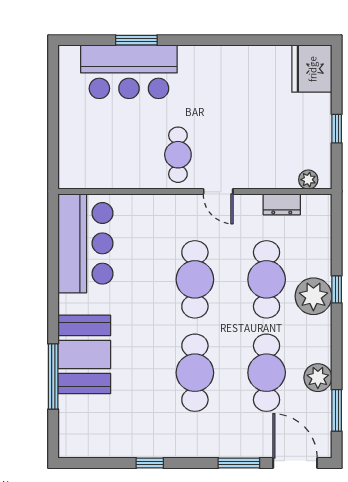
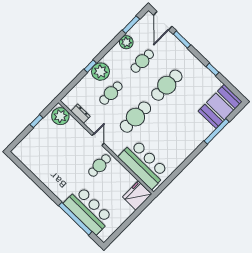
window: (136, 40) -> (75, 219), width x2.11
fridge: (312, 69) -> (137, 196), moved, turned 180
plant: (308, 180) -> (60, 116), width x1.88, depth x1.88
bar counter: (85, 243) -> (144, 164), moved, turned 90
cafe table: (267, 279) -> (111, 93), width x0.73, depth x0.74
booth: (84, 354) -> (220, 106), moved
cafe table: (267, 373) -> (142, 61), width x0.73, depth x0.74

